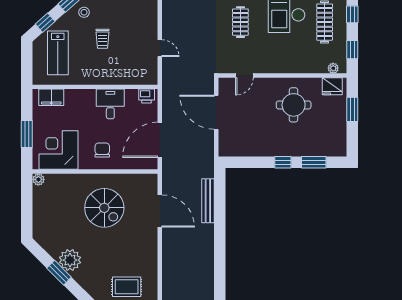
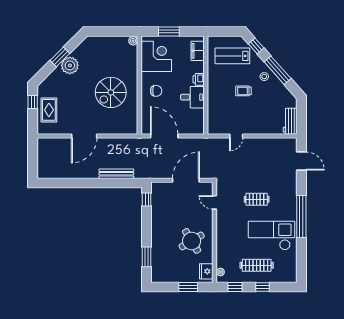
printer: (147, 96) -> (199, 79), moved
round table: (294, 105) -> (192, 241), turned -31
window: (283, 162) -> (147, 200), moved
door: (160, 211) -> (84, 136), moved

